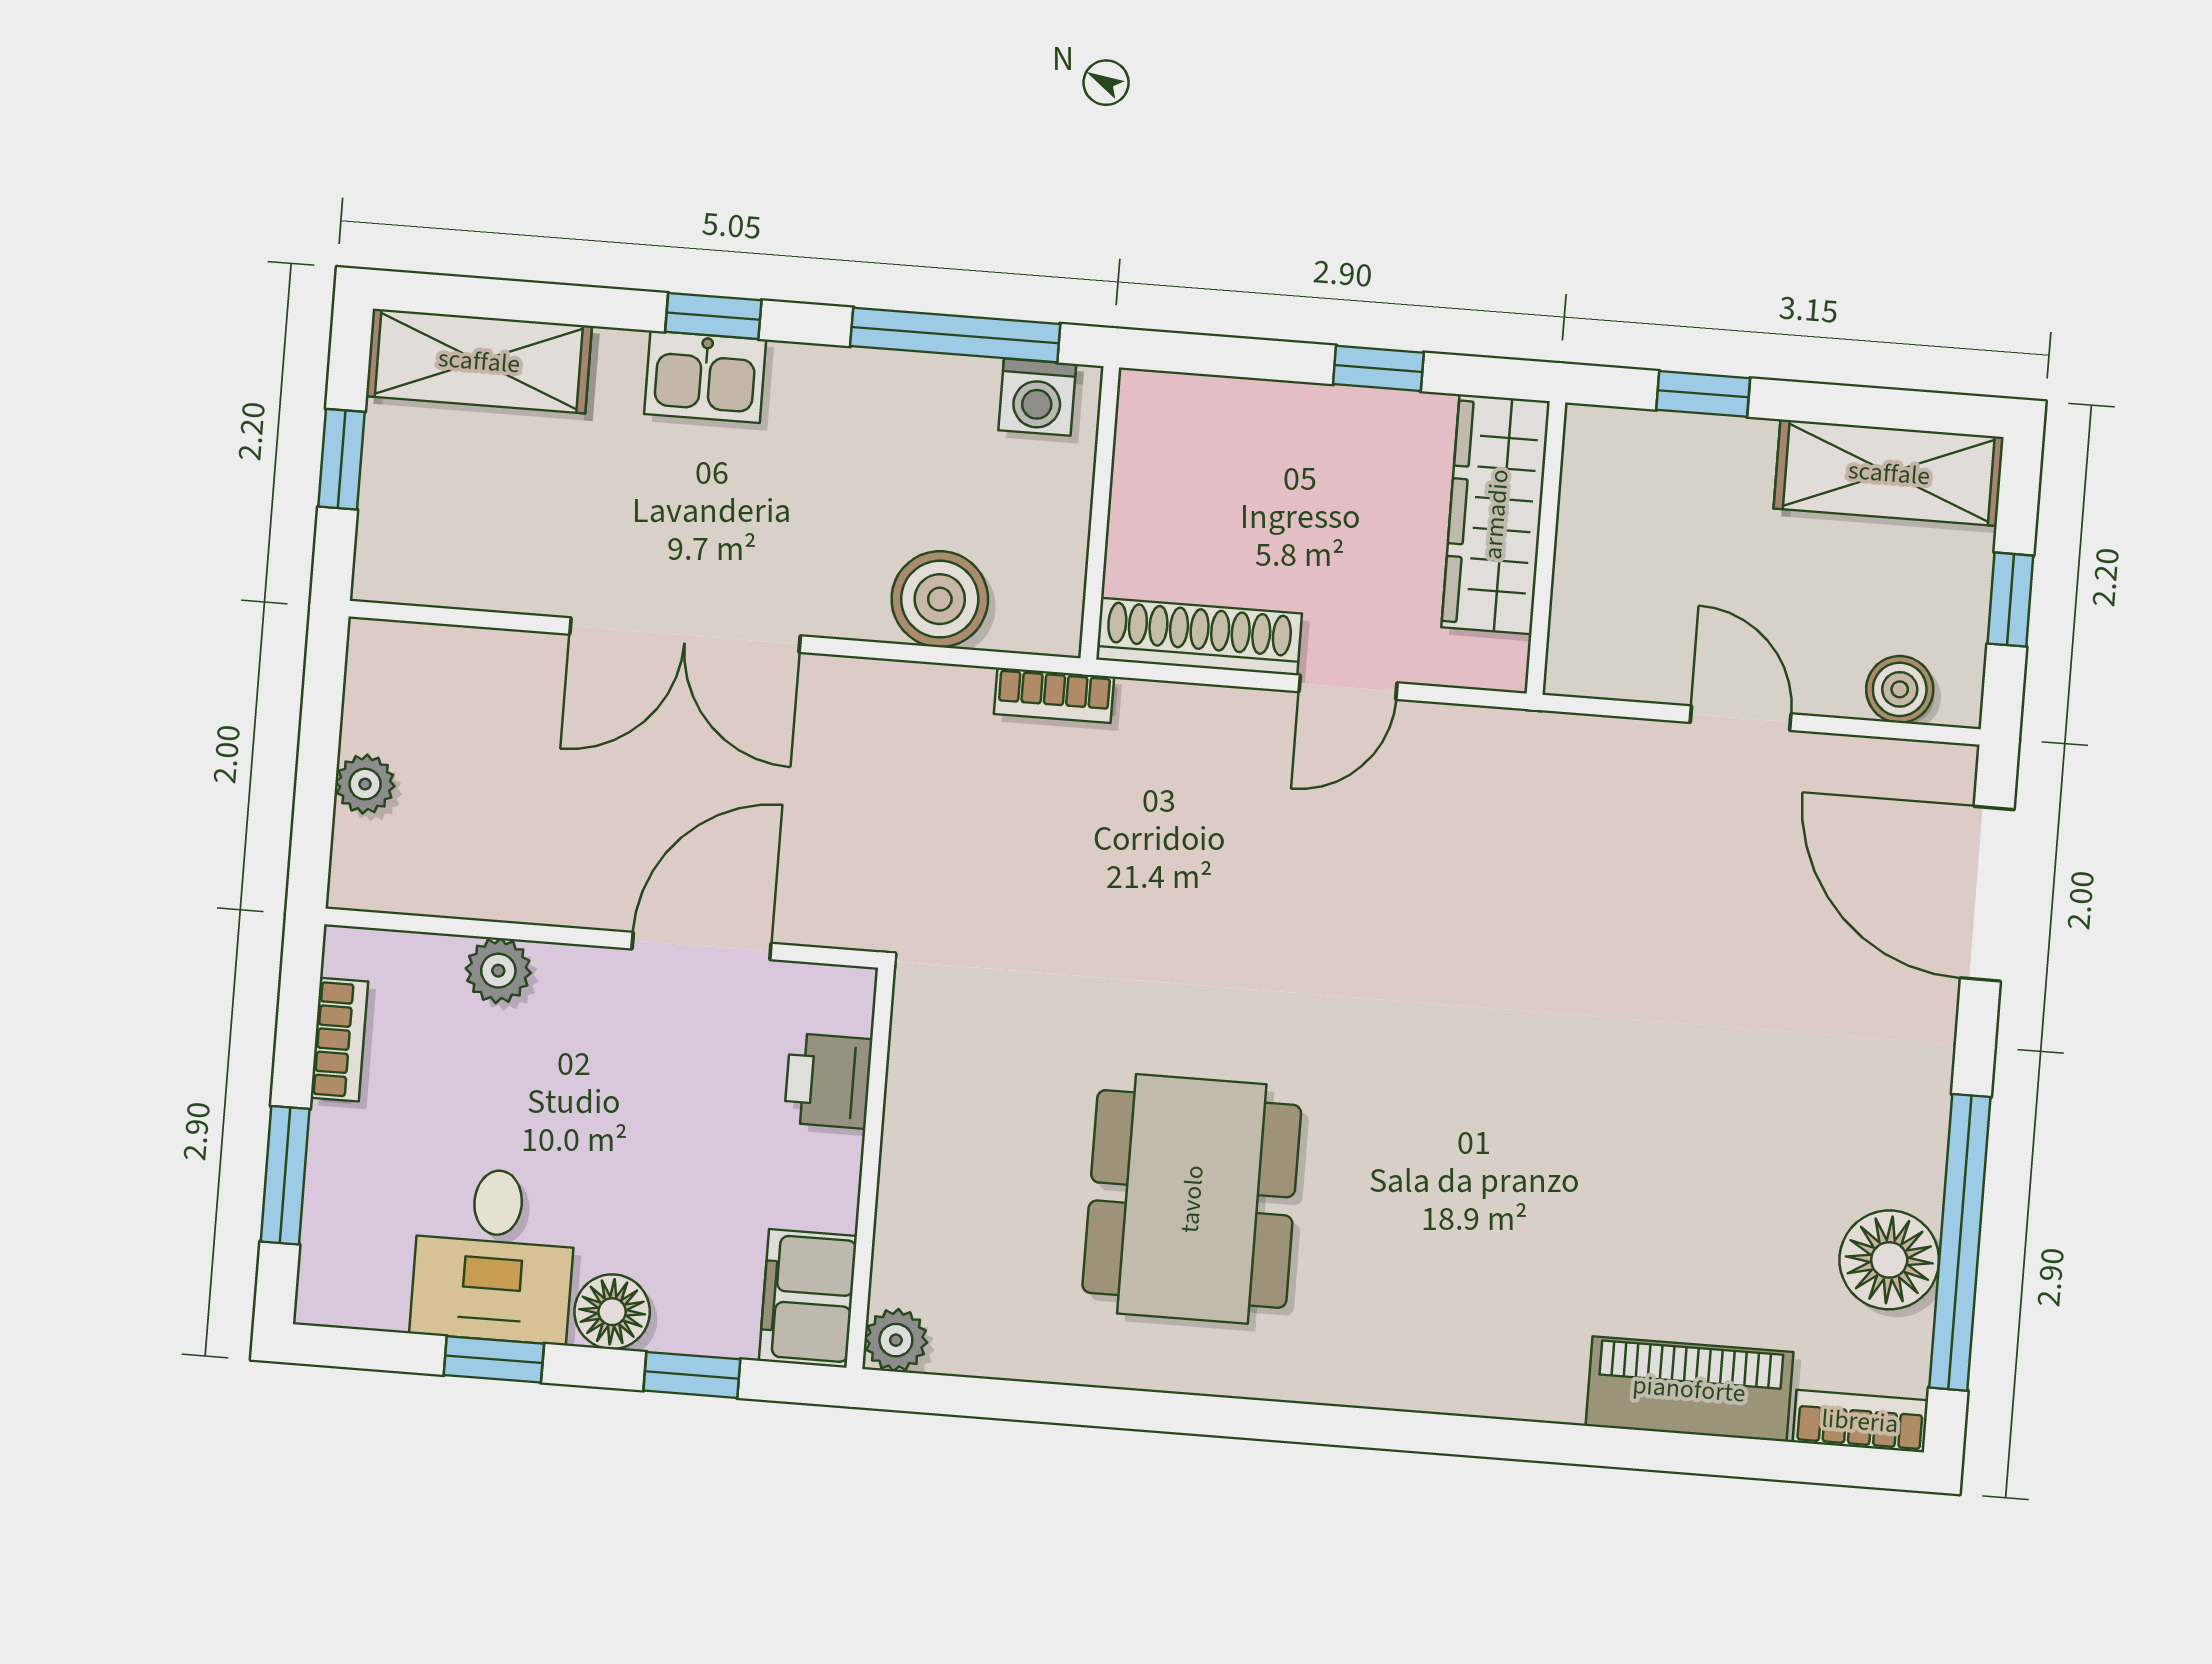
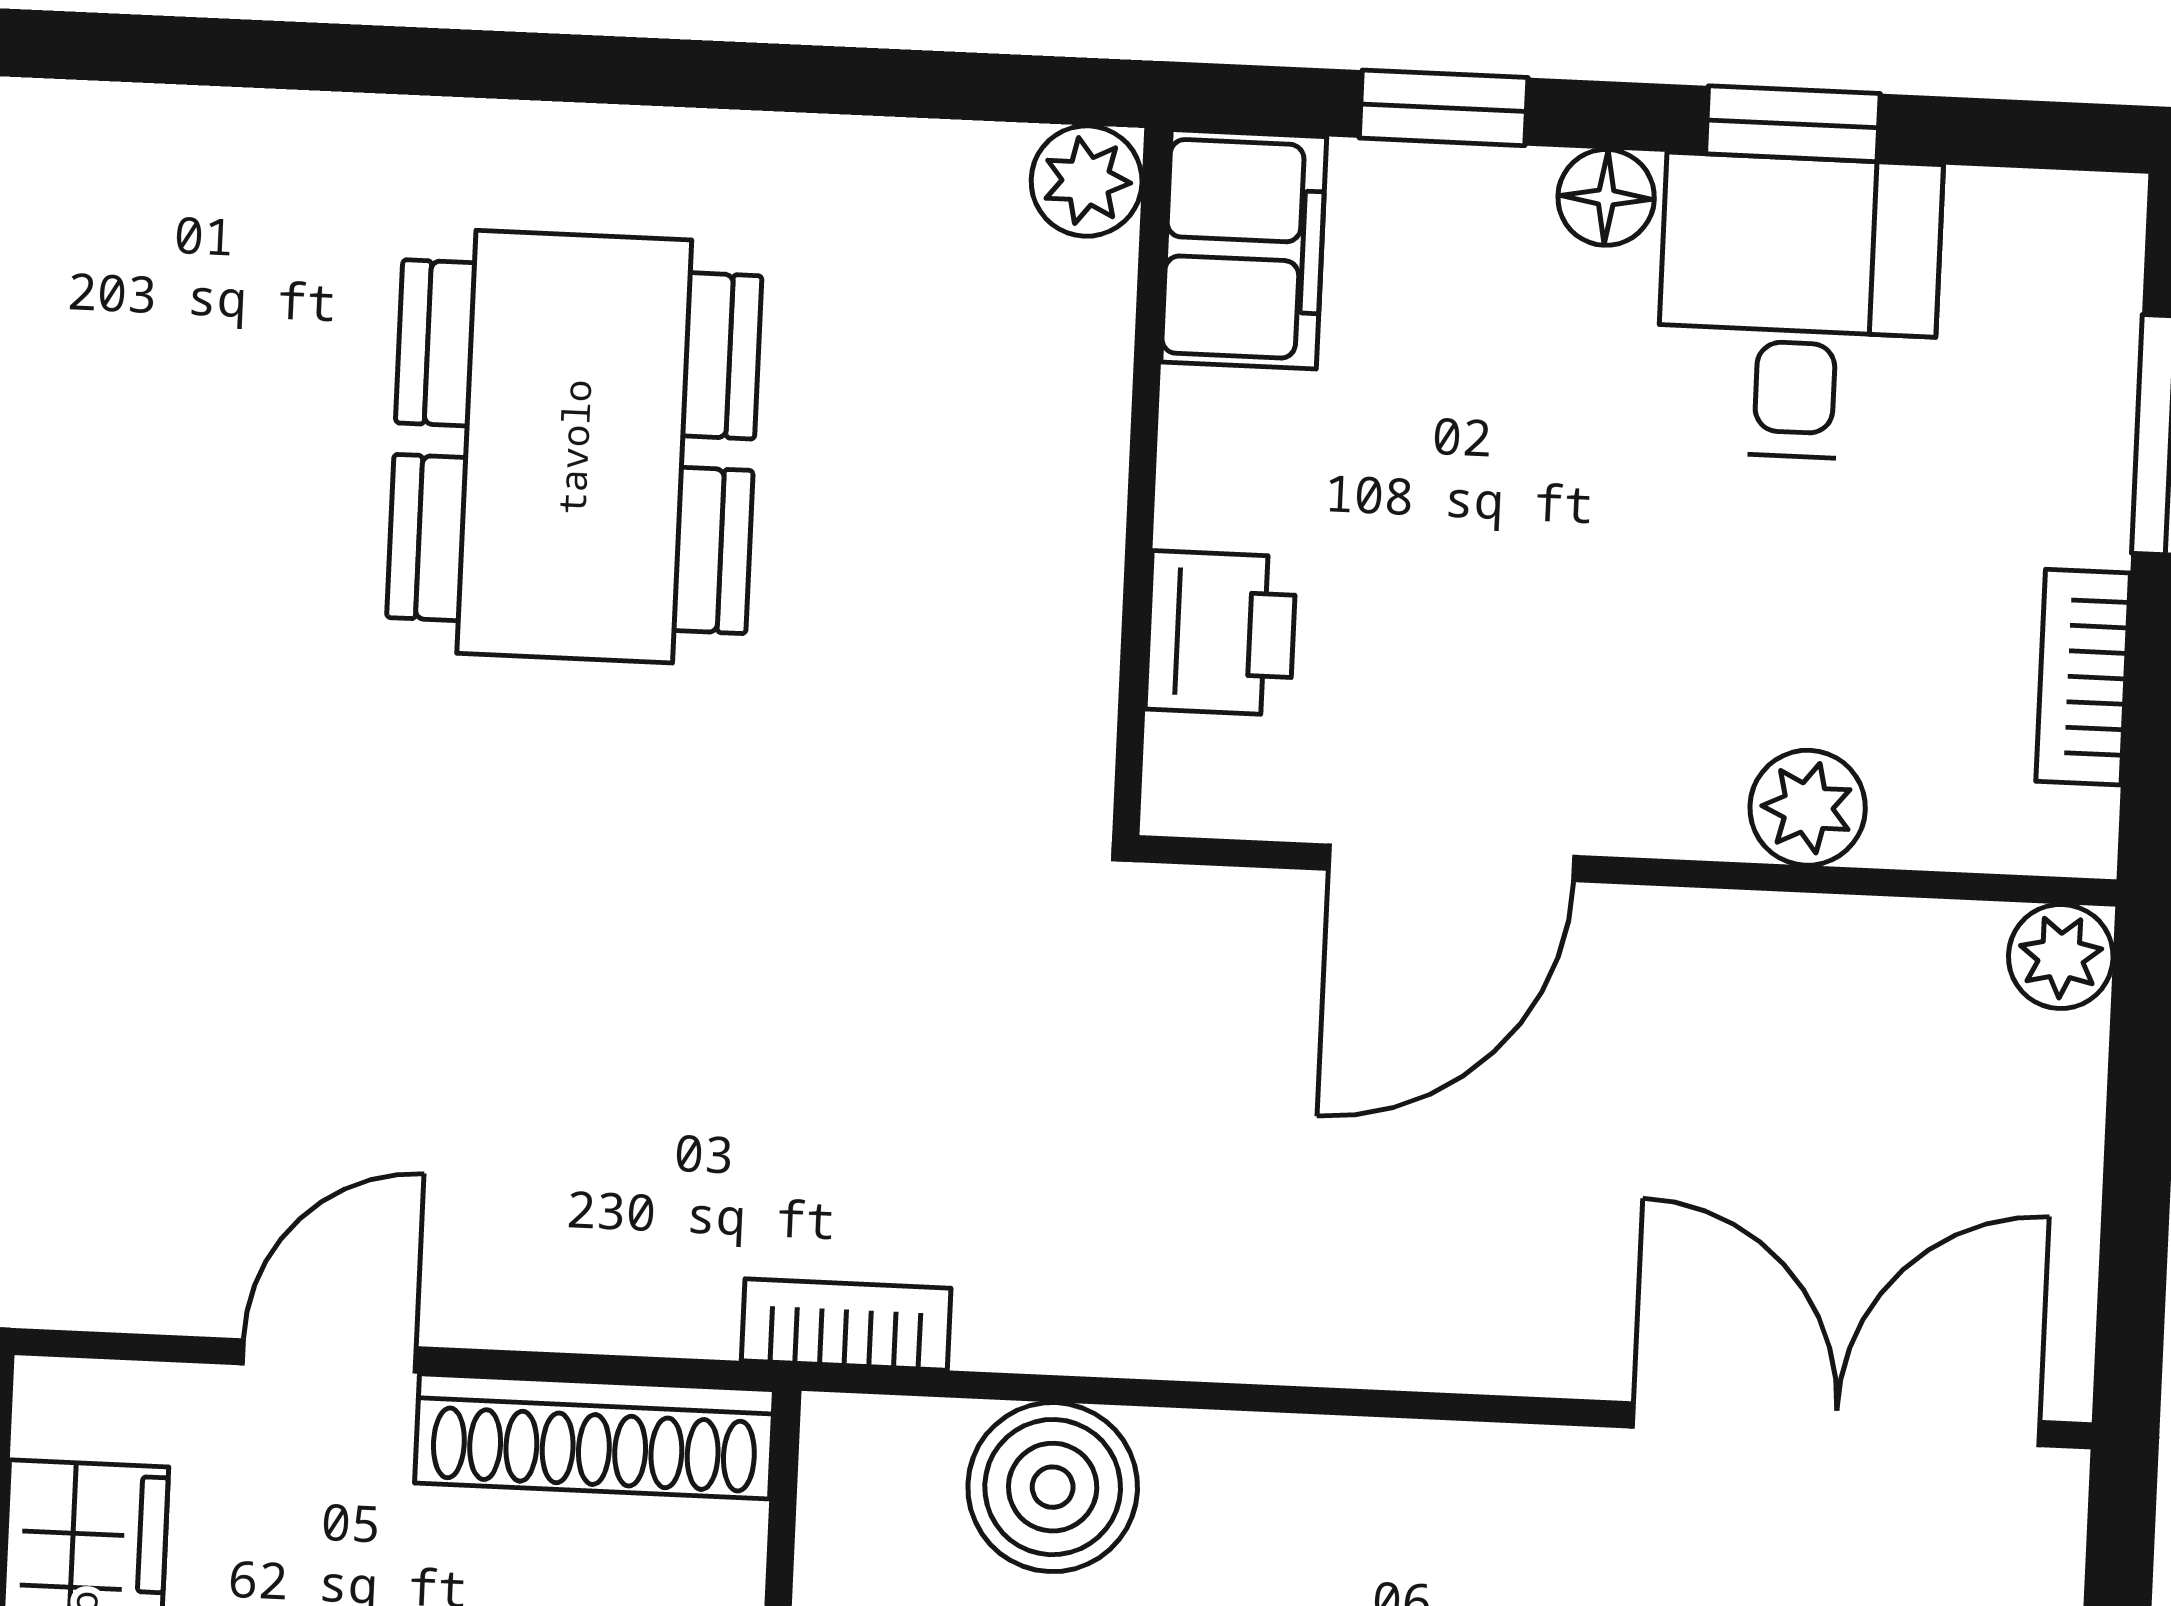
double door: (685, 635) -> (1836, 1424), moved
plant: (365, 784) -> (2061, 956), moved
floor lamp: (612, 1312) -> (1606, 197), width x0.73, depth x0.73

